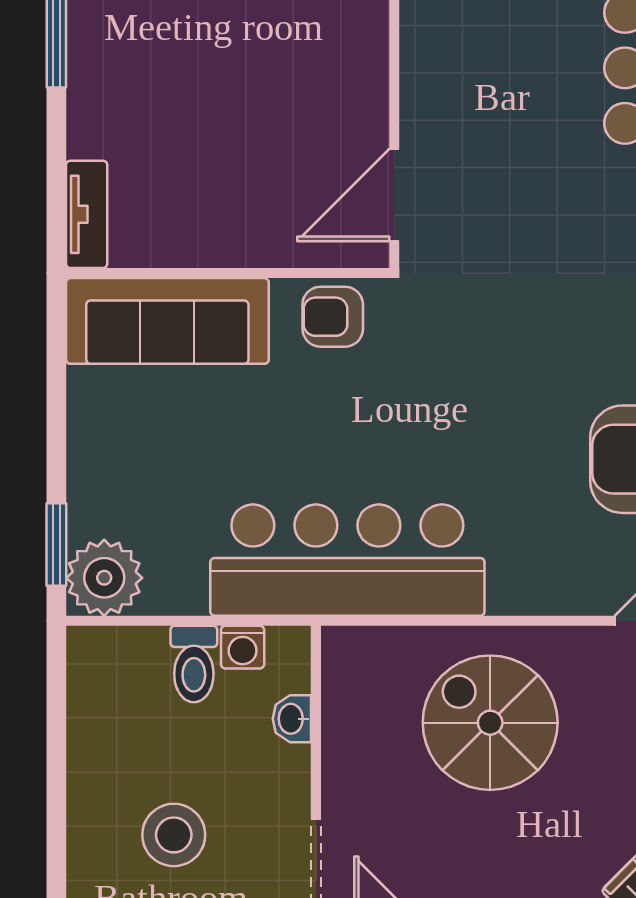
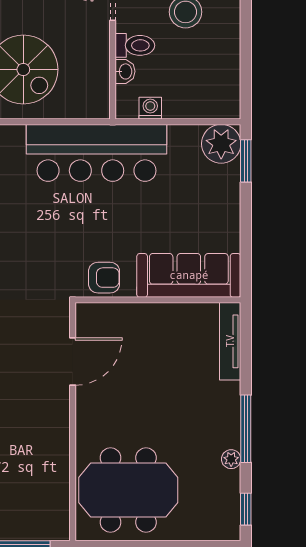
door: (394, 195) -> (73, 361), moved
tv unit: (87, 214) -> (230, 341), width x1.41
toilet: (194, 664) -> (135, 45), moved, turned 90

